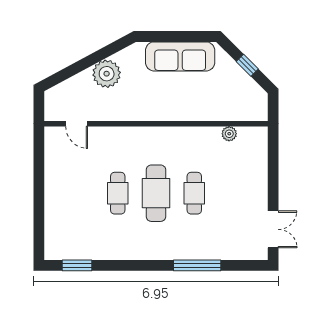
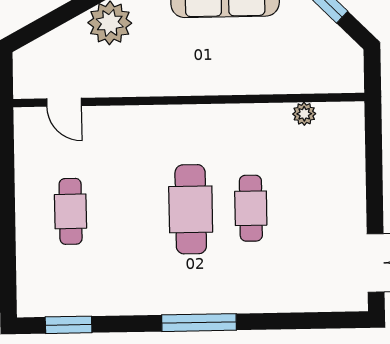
cafe table: (118, 193) -> (71, 211), moved
window: (197, 265) -> (199, 323), moved

